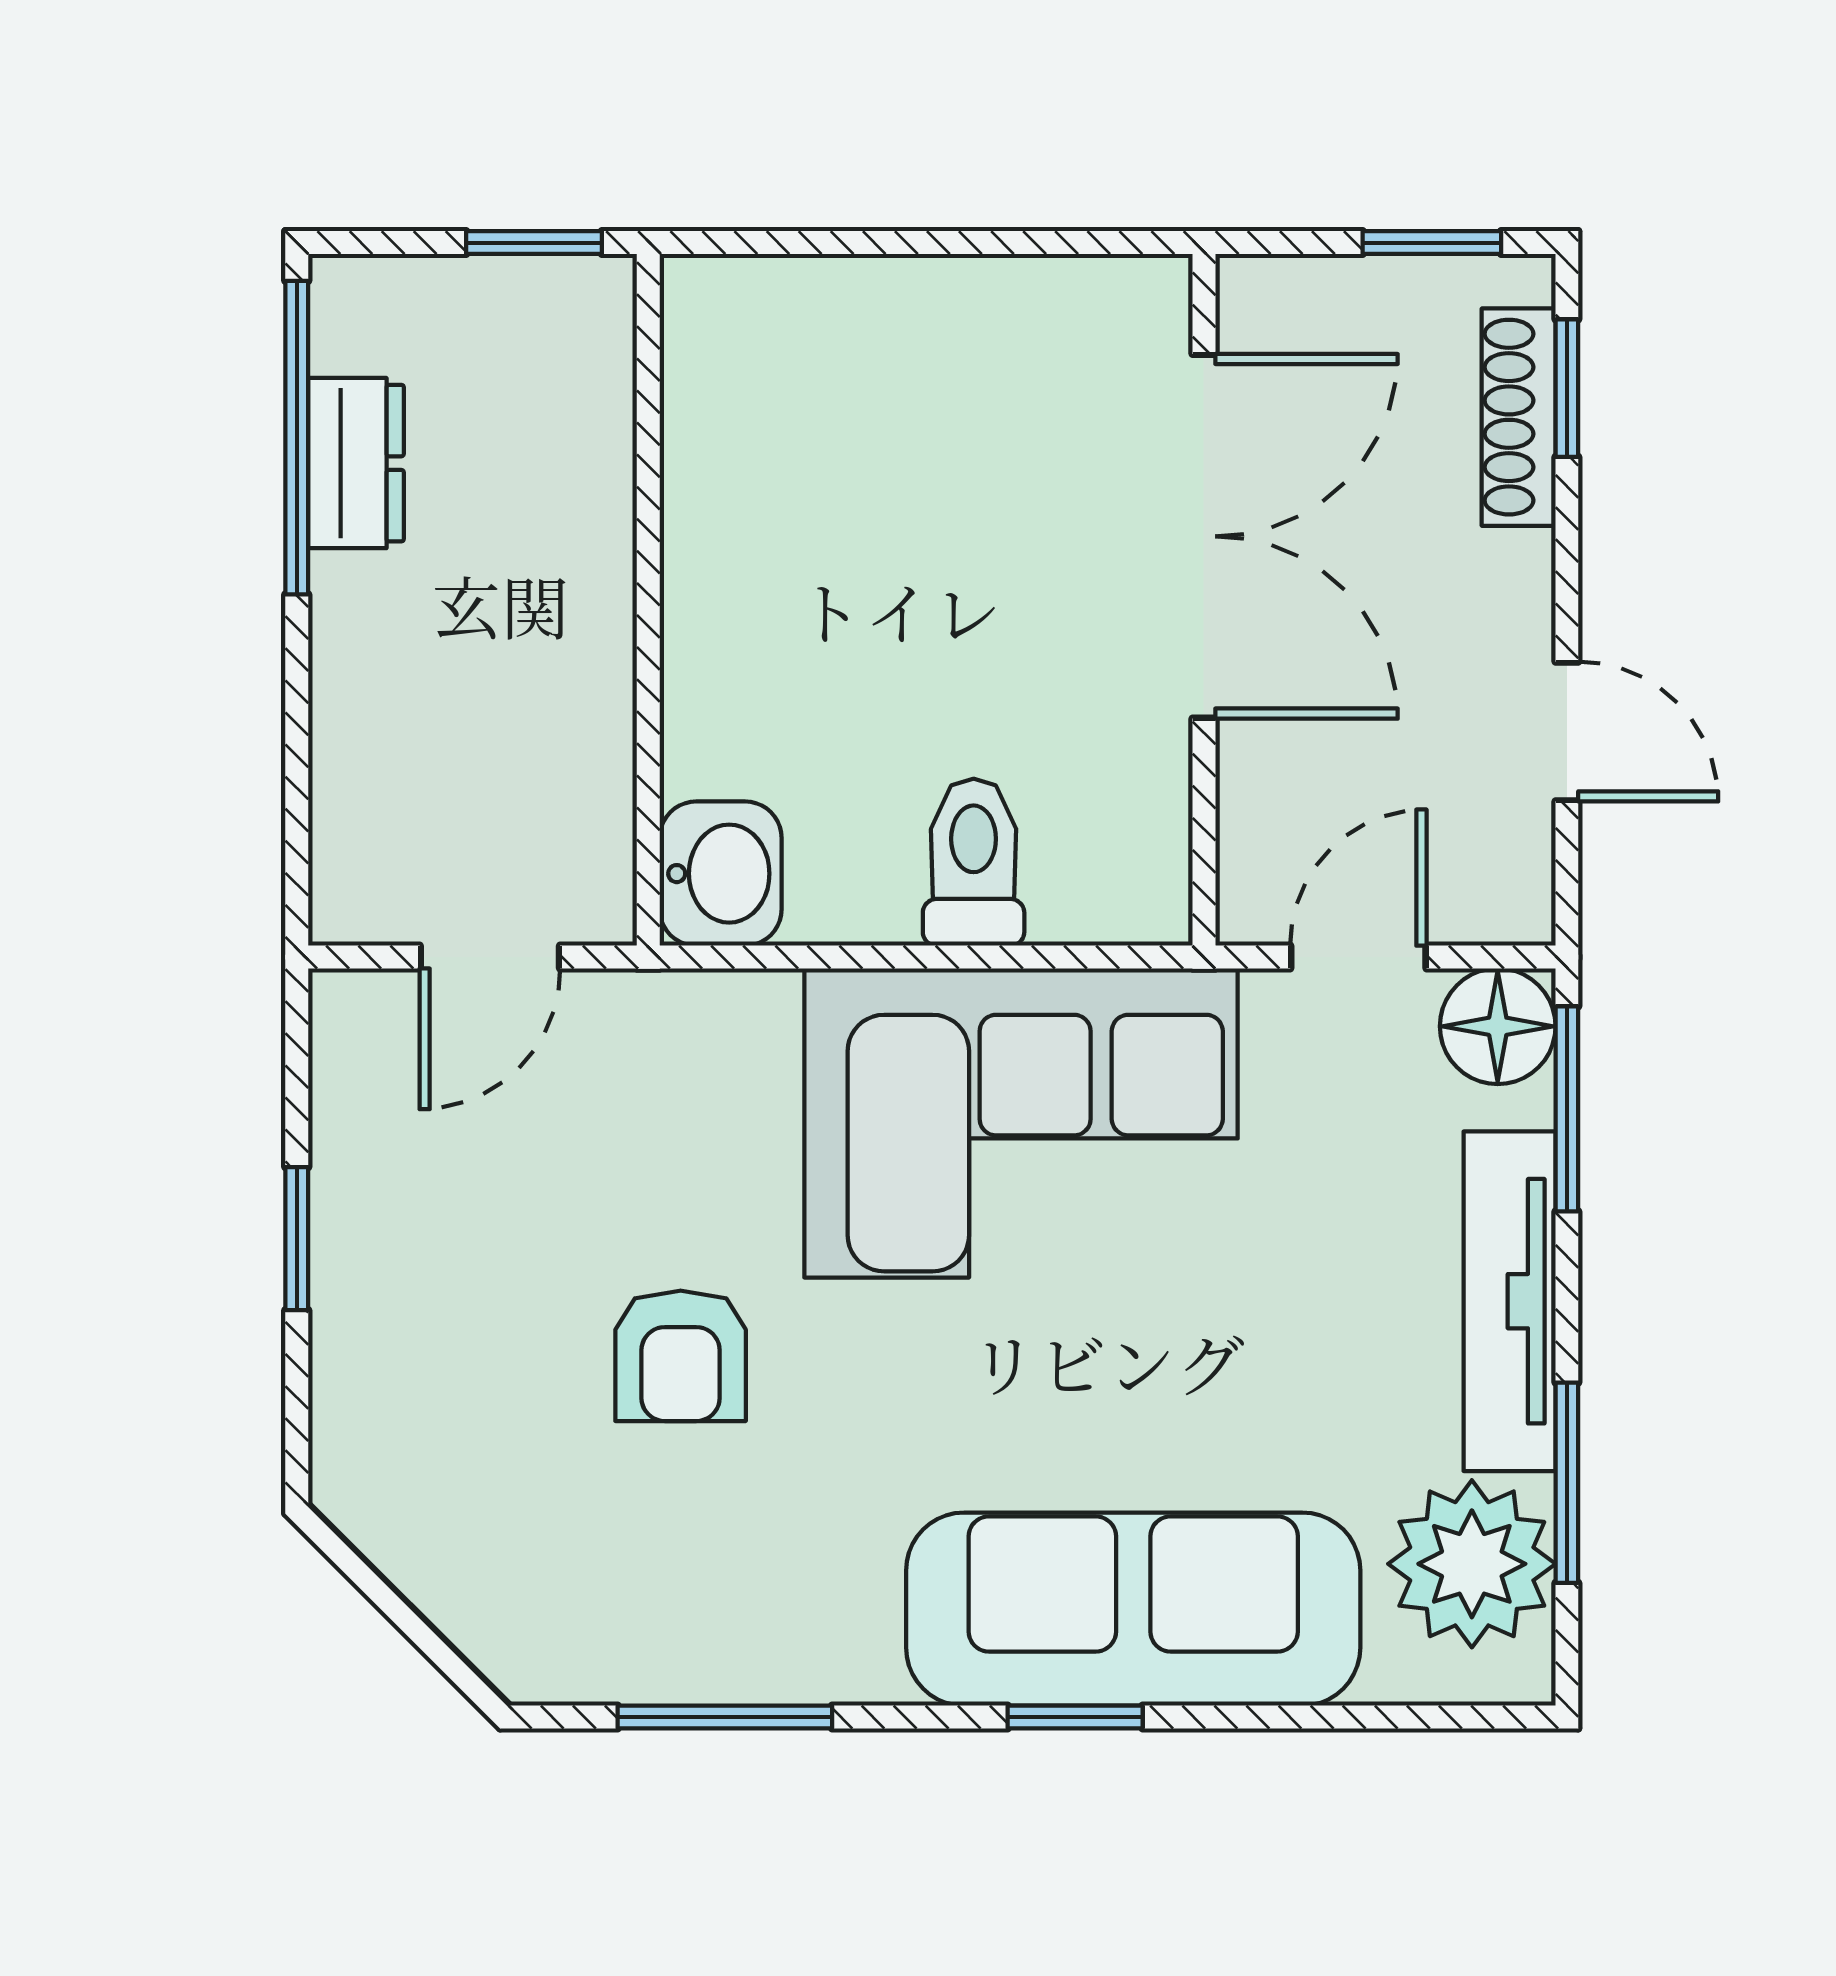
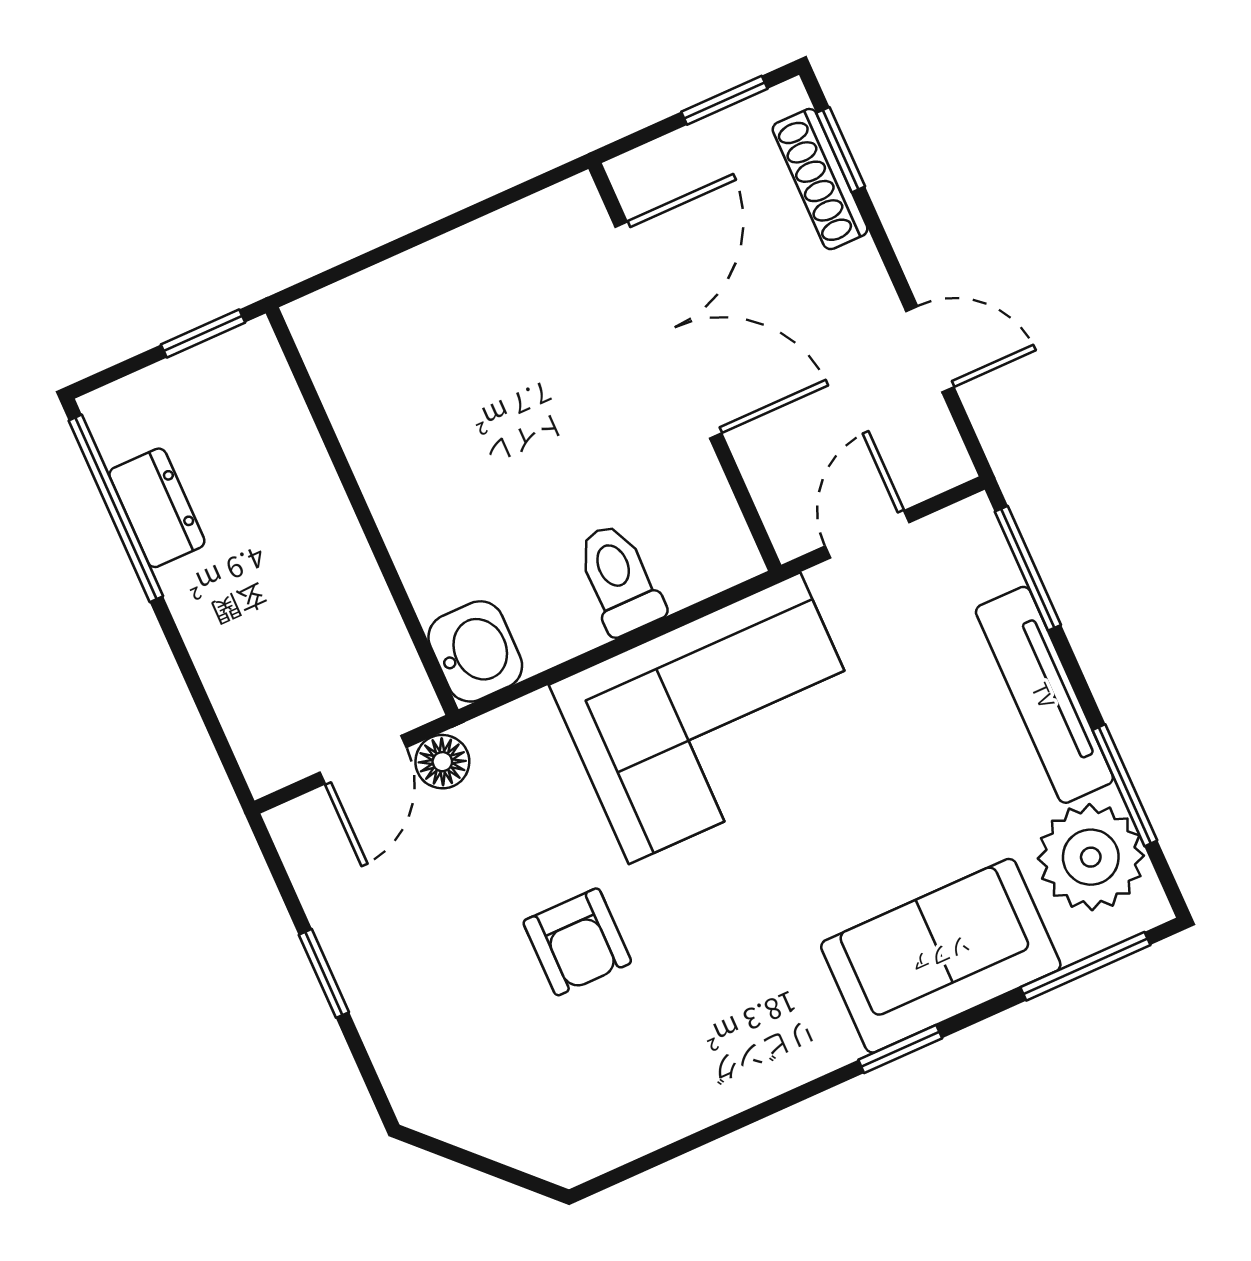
floor lamp: (1498, 1026) -> (442, 762), moved, width x0.73, depth x0.73
sofa: (1133, 1609) -> (941, 956), width x0.73
window: (725, 1717) -> (1085, 966), moved

